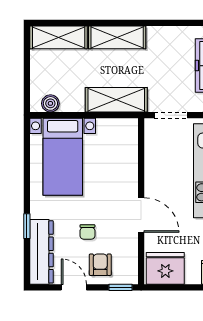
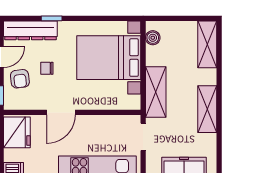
shelving: (117, 37) -> (207, 109), moved
bed with nightstands: (63, 157) -> (109, 58), width x1.36
armchair: (100, 265) -> (20, 79), turned 83

